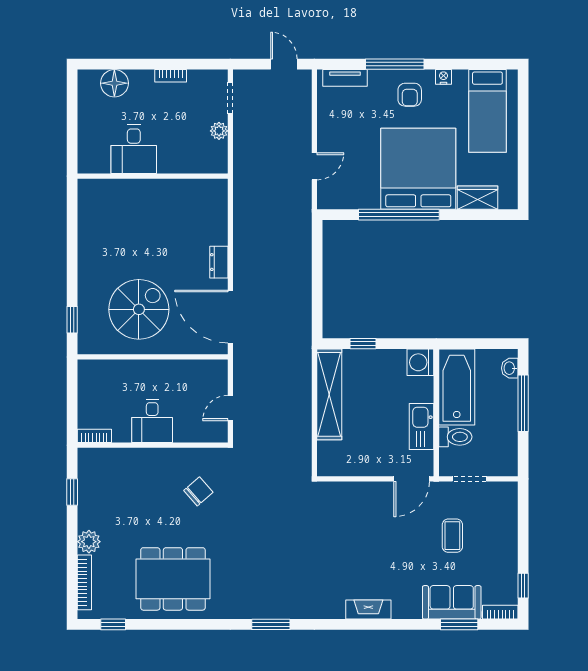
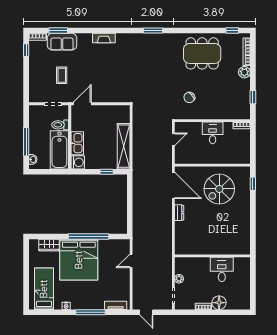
floor lamp: (114, 83) -> (219, 303), moved
armchair: (410, 95) -> (83, 297), removed
kitchen sink: (422, 426) -> (77, 143), moved

